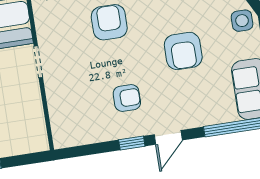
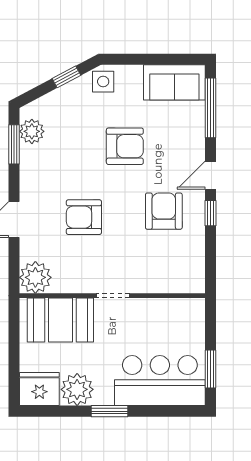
armchair: (127, 98) -> (164, 211), width x1.38, depth x1.38
door: (168, 137) -> (210, 175), swing flipped

